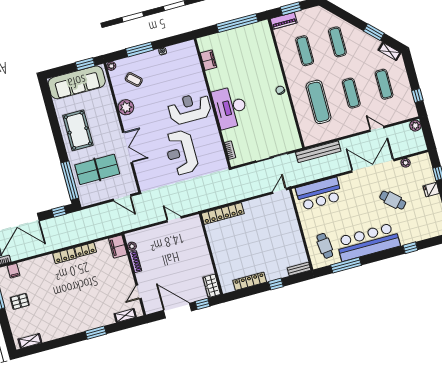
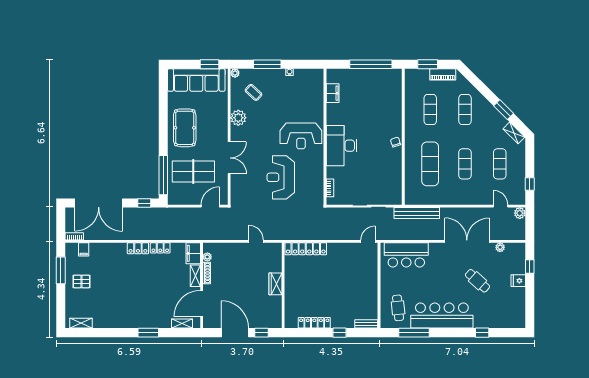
piano: (284, 21) -> (443, 74), moved
reception desk: (190, 108) -> (301, 136), turned 180
door: (377, 129) -> (501, 206), moved
door: (122, 198) -> (210, 206), swing flipped
shelving: (126, 267) -> (195, 276), added
wardrobe: (212, 286) -> (275, 284), moved
door: (139, 292) -> (202, 304), width x1.88

